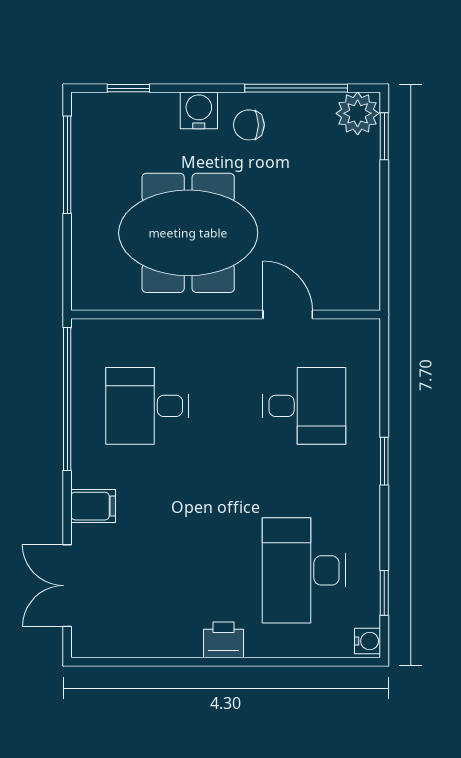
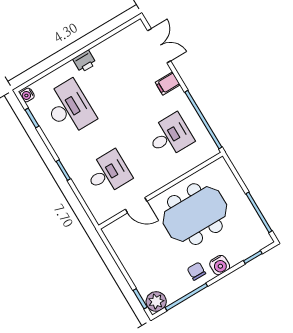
chair: (249, 125) -> (196, 271), turned -89
desk: (304, 406) -> (108, 173), turned 180

